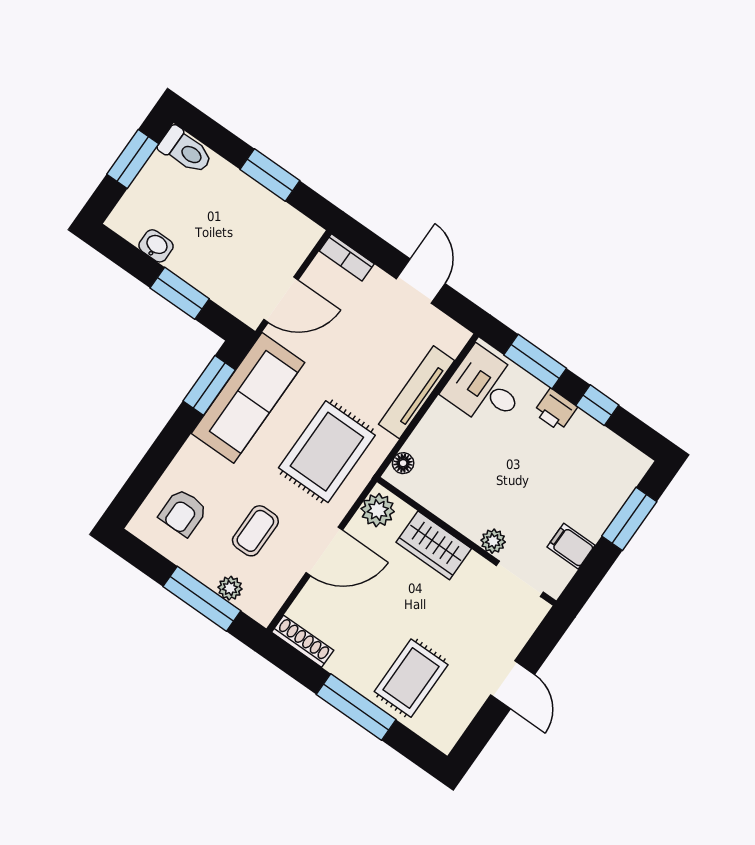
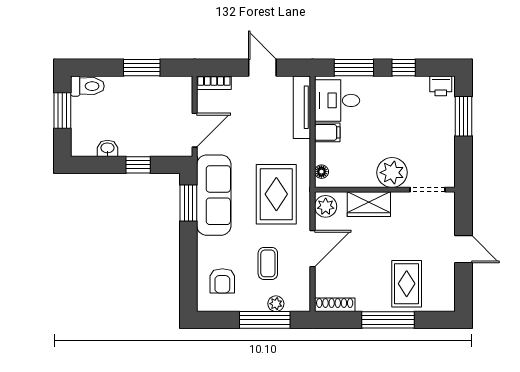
window: (180, 293) -> (138, 165), width x0.67
tv unit: (416, 392) -> (302, 107), moved
printer: (555, 410) -> (441, 86), moved
plant: (493, 541) -> (392, 173), width x1.88, depth x1.88
filing cabinet: (571, 546) -> (327, 132), moved, turned 180

